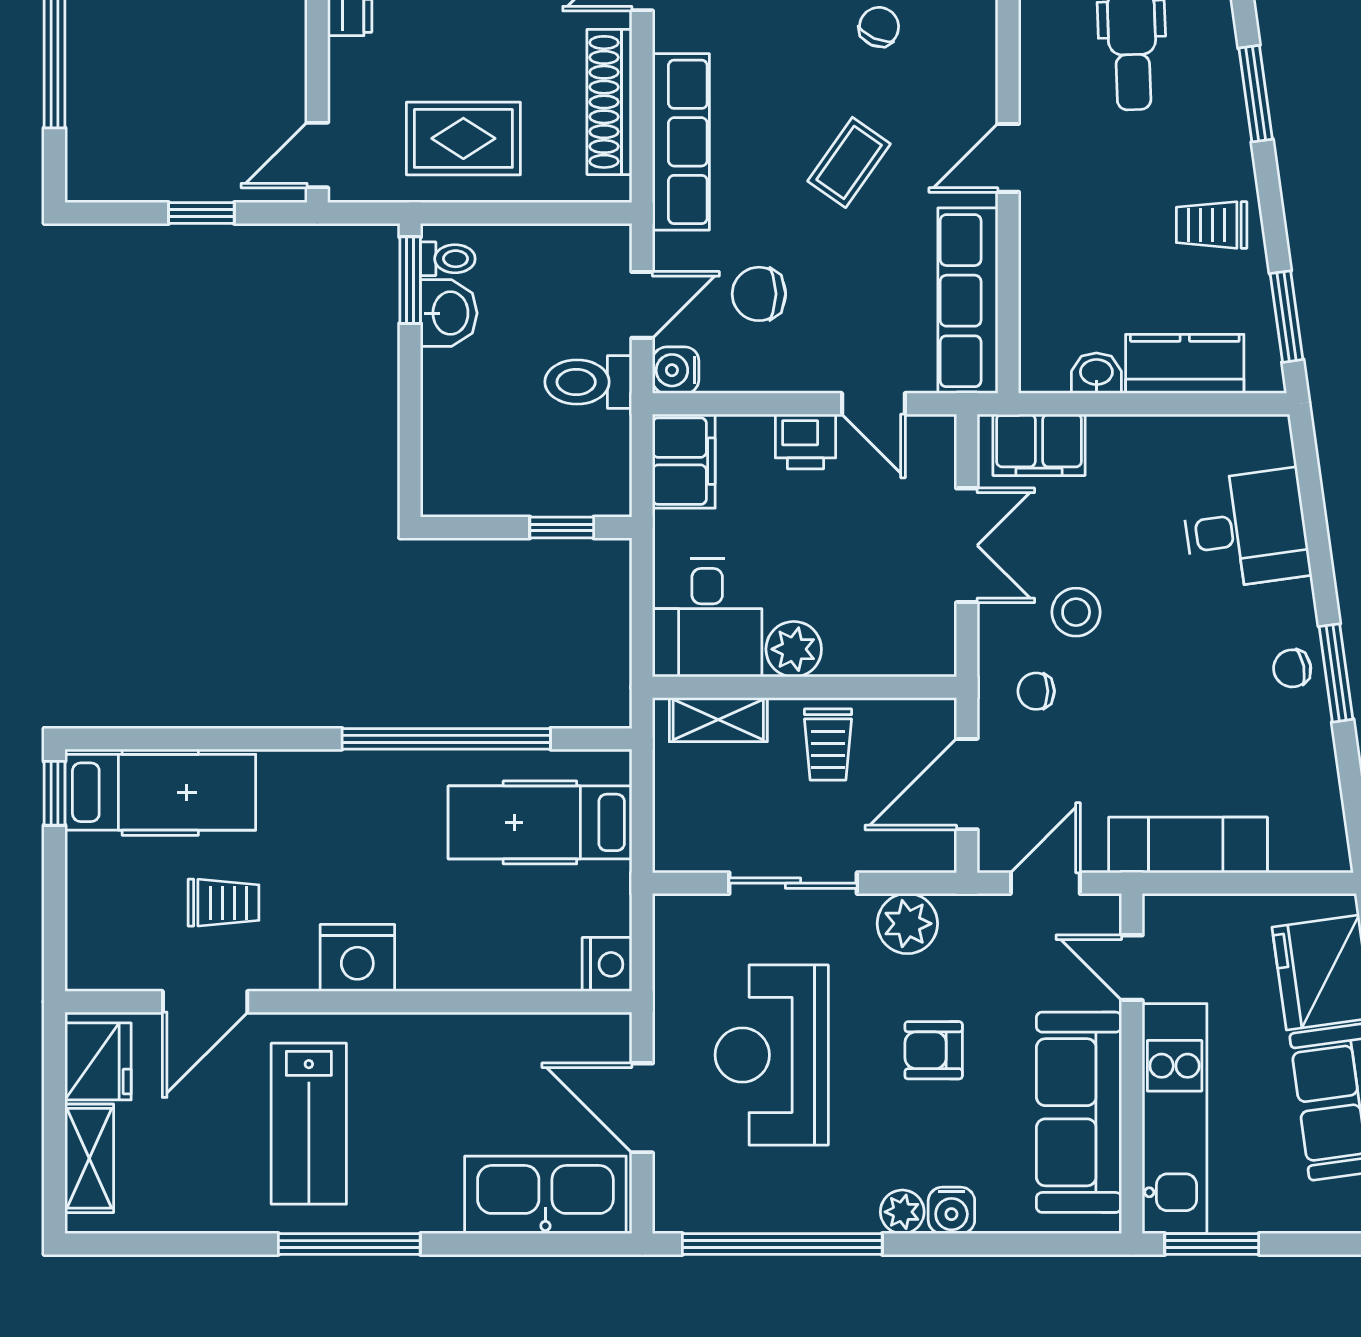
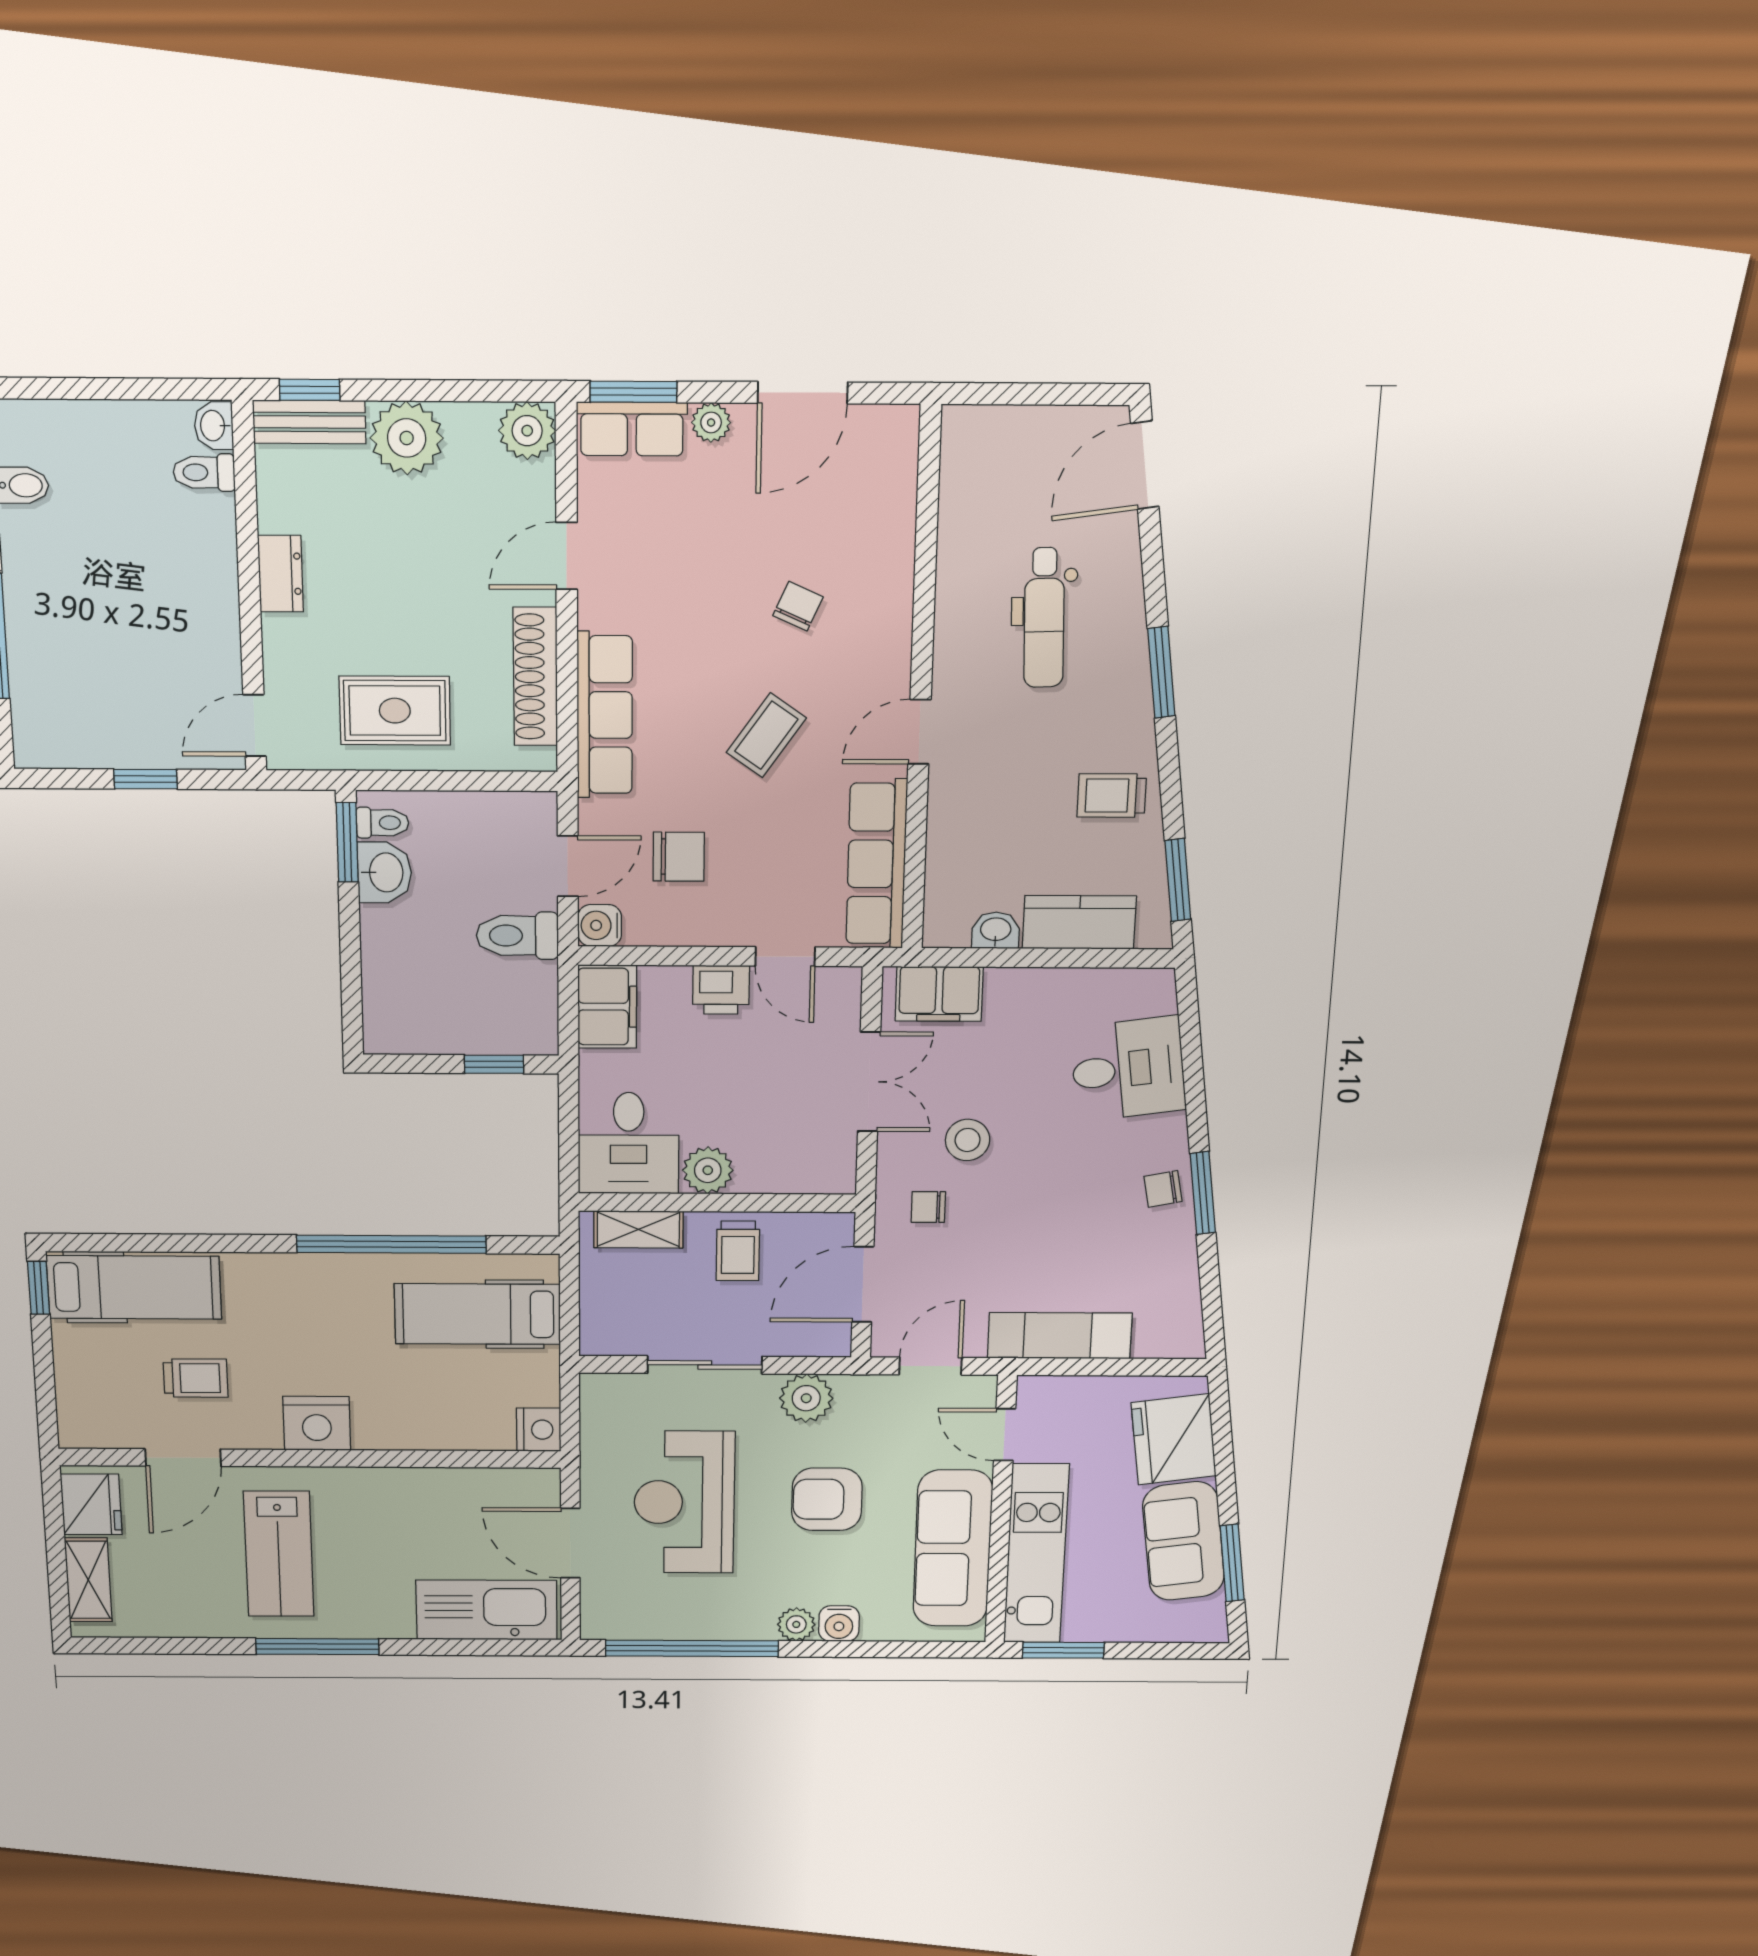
chair: (759, 294) -> (679, 857), turned 180
armchair: (934, 1050) -> (827, 1499), width x1.38, depth x1.38

